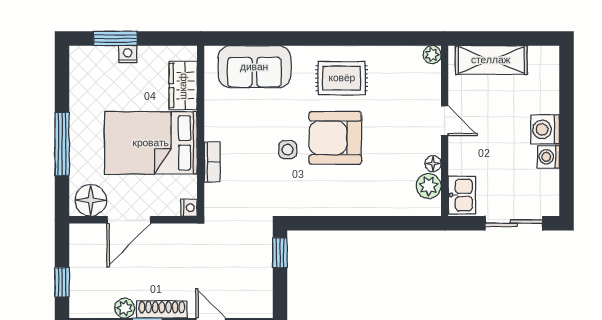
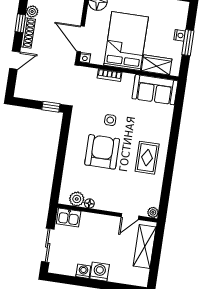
window: (115, 39) -> (188, 43), moved
sofa: (254, 67) -> (155, 90), moved, turned -90
door: (445, 121) -> (130, 216), moved
armchair: (335, 138) -> (102, 152), moved
door: (129, 220) -> (81, 39), moved

